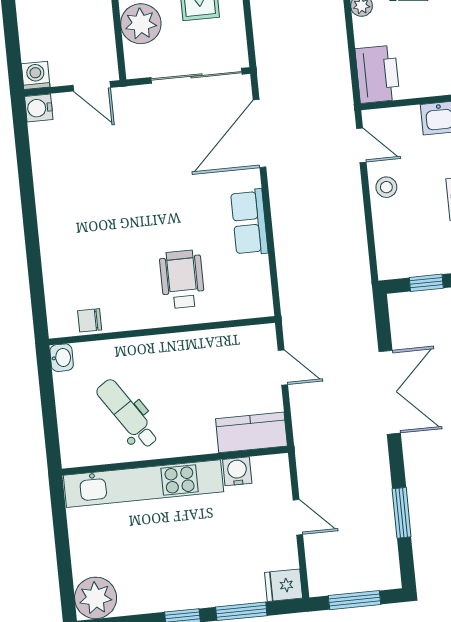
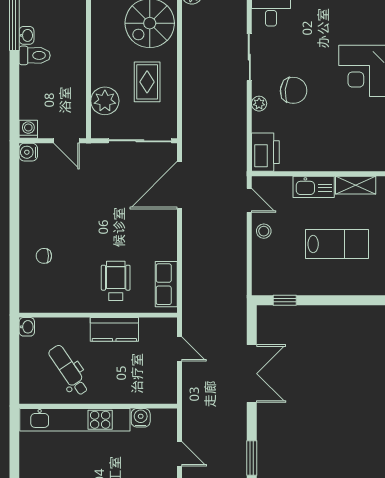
row of seats: (249, 222) -> (166, 284), moved
chair: (90, 320) -> (44, 256), moved
kitchen counter: (251, 432) -> (114, 329), moved, turned 180

